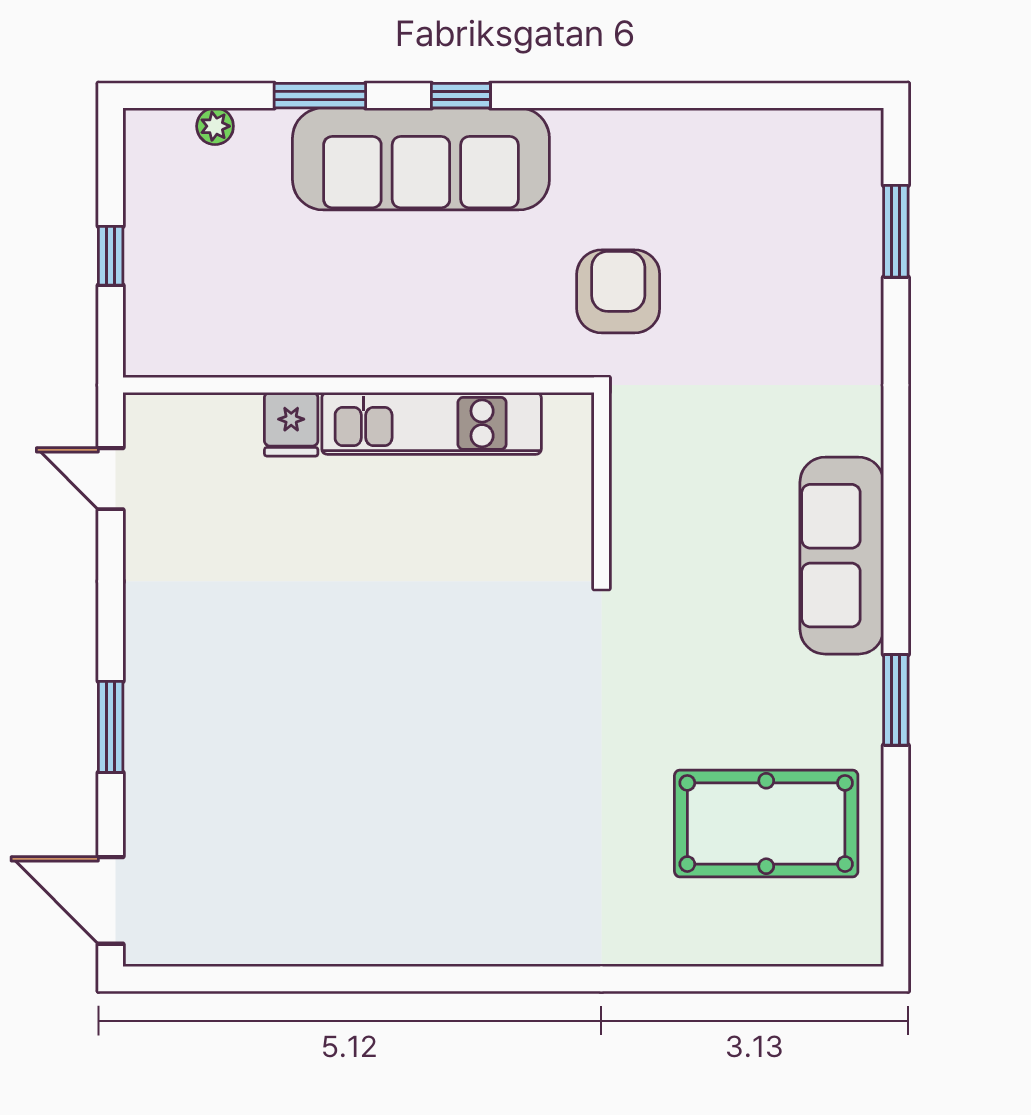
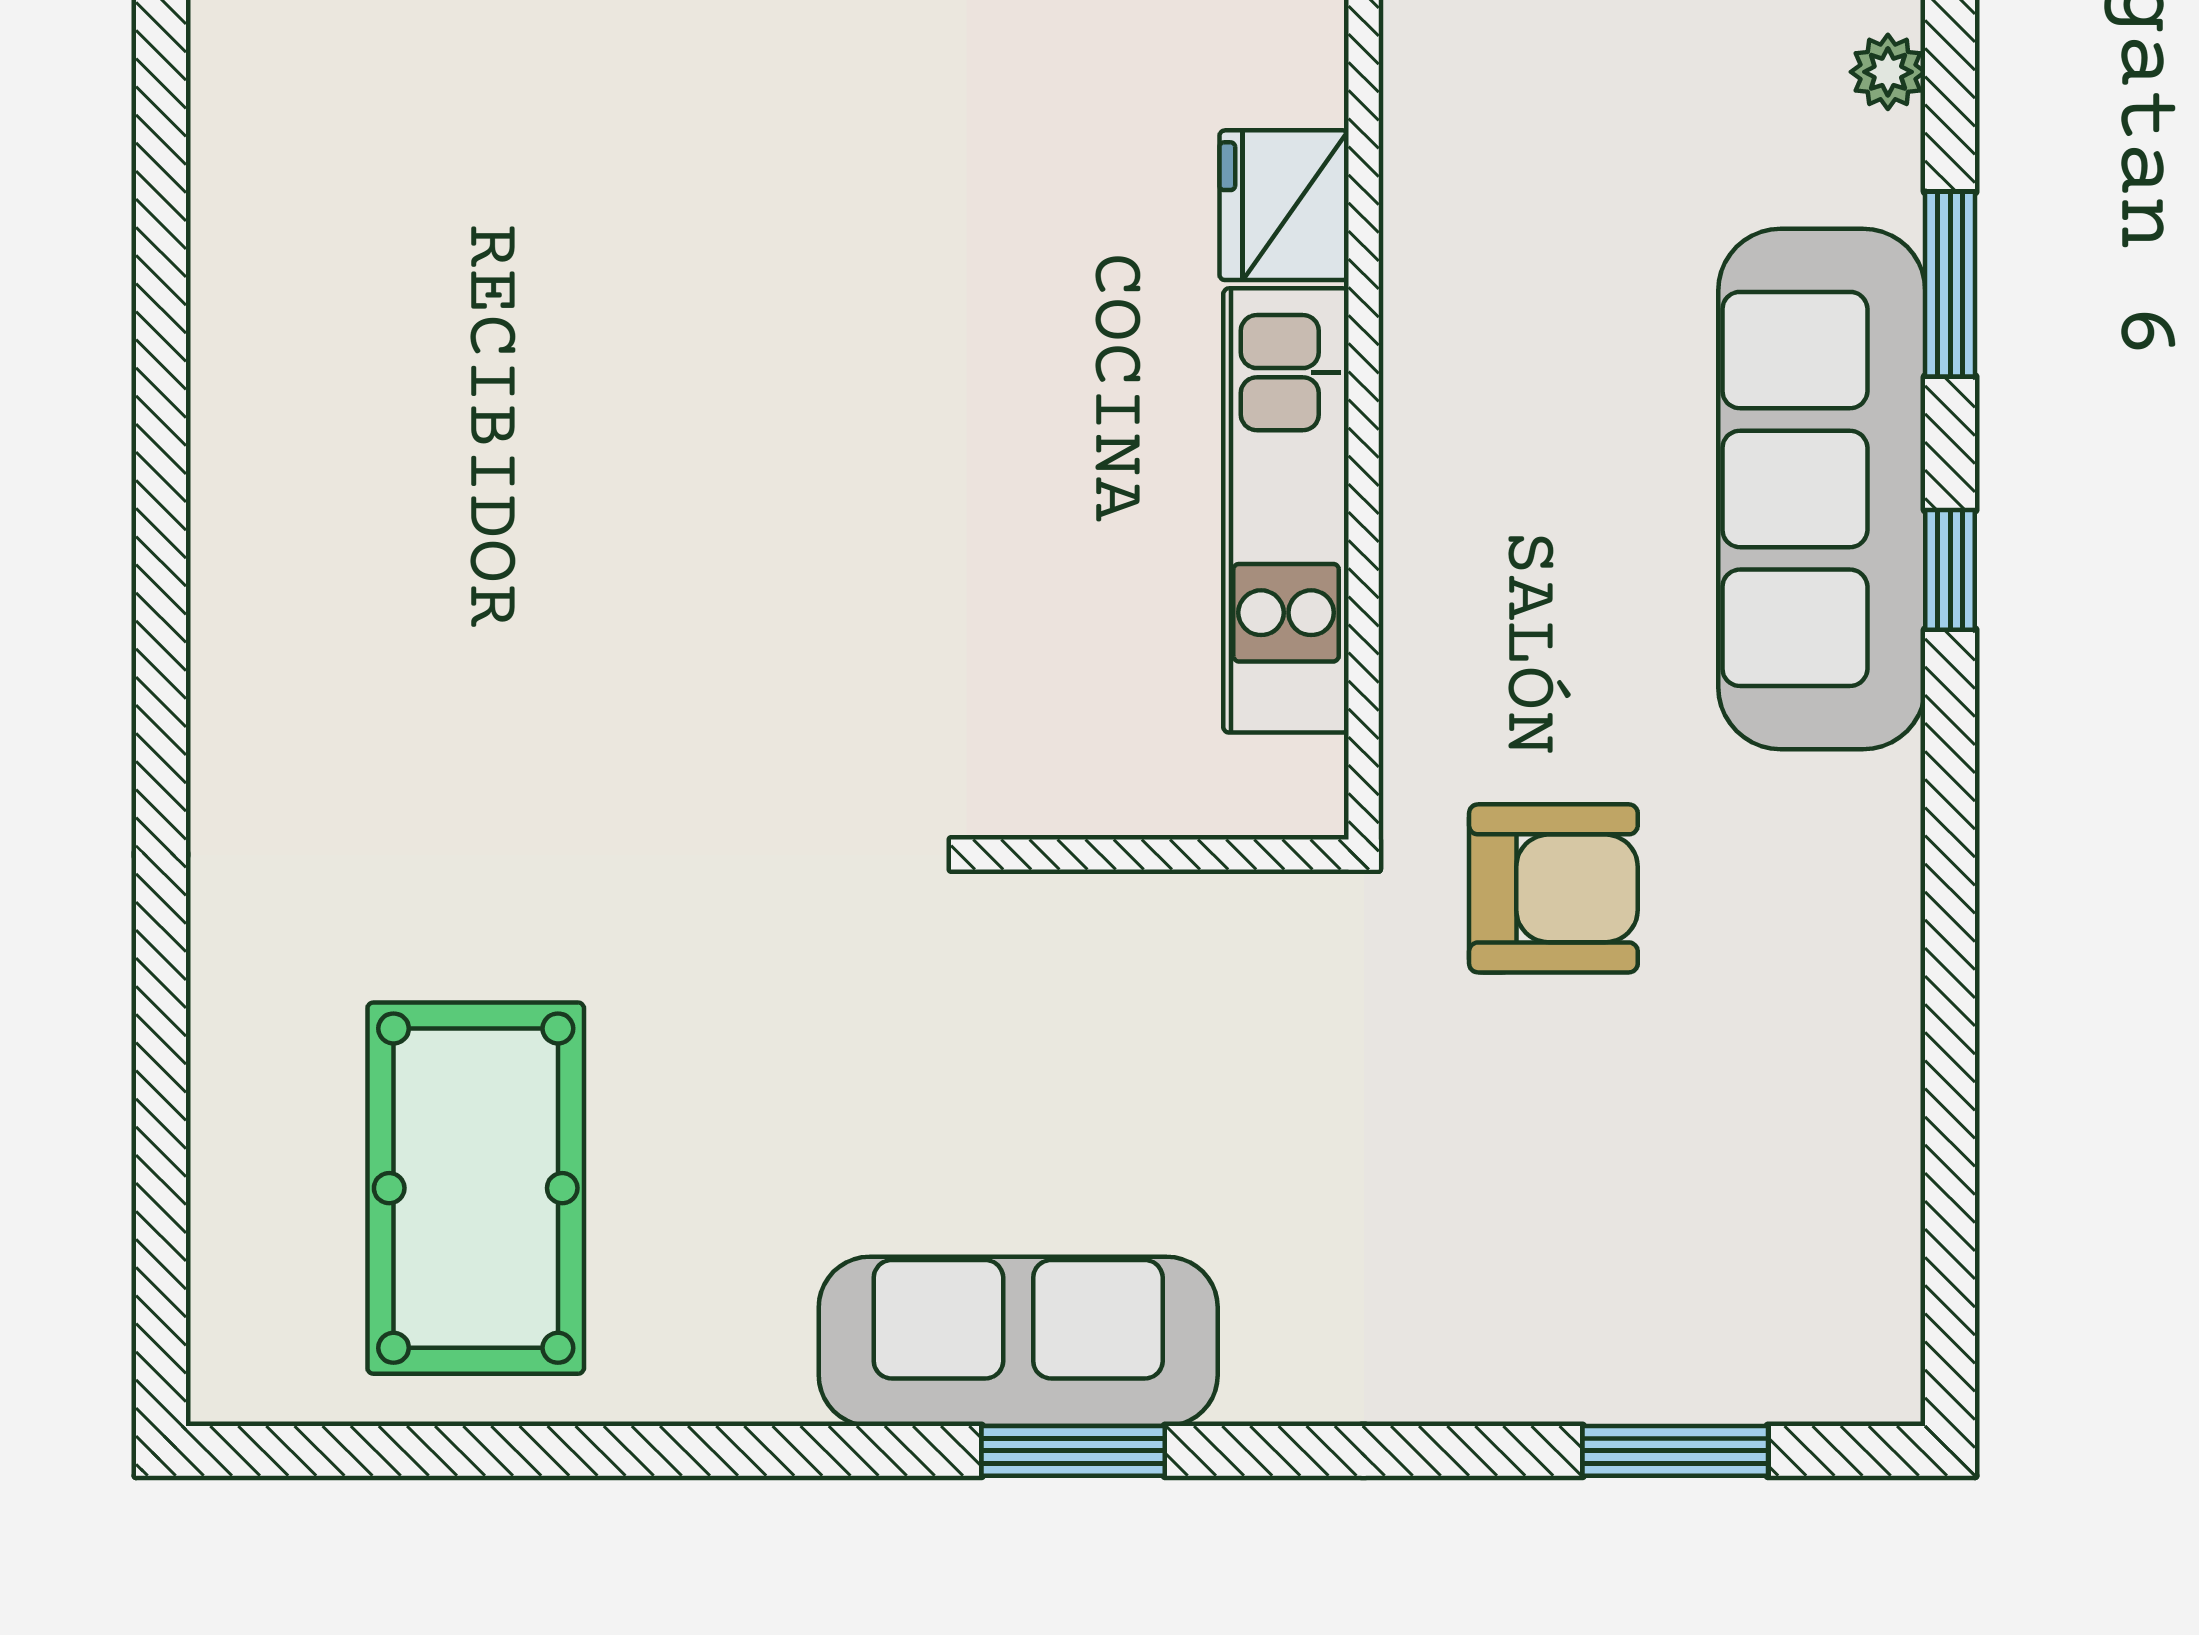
fridge: (291, 424) -> (1284, 205), width x1.38
window: (896, 700) -> (1073, 1451), moved

